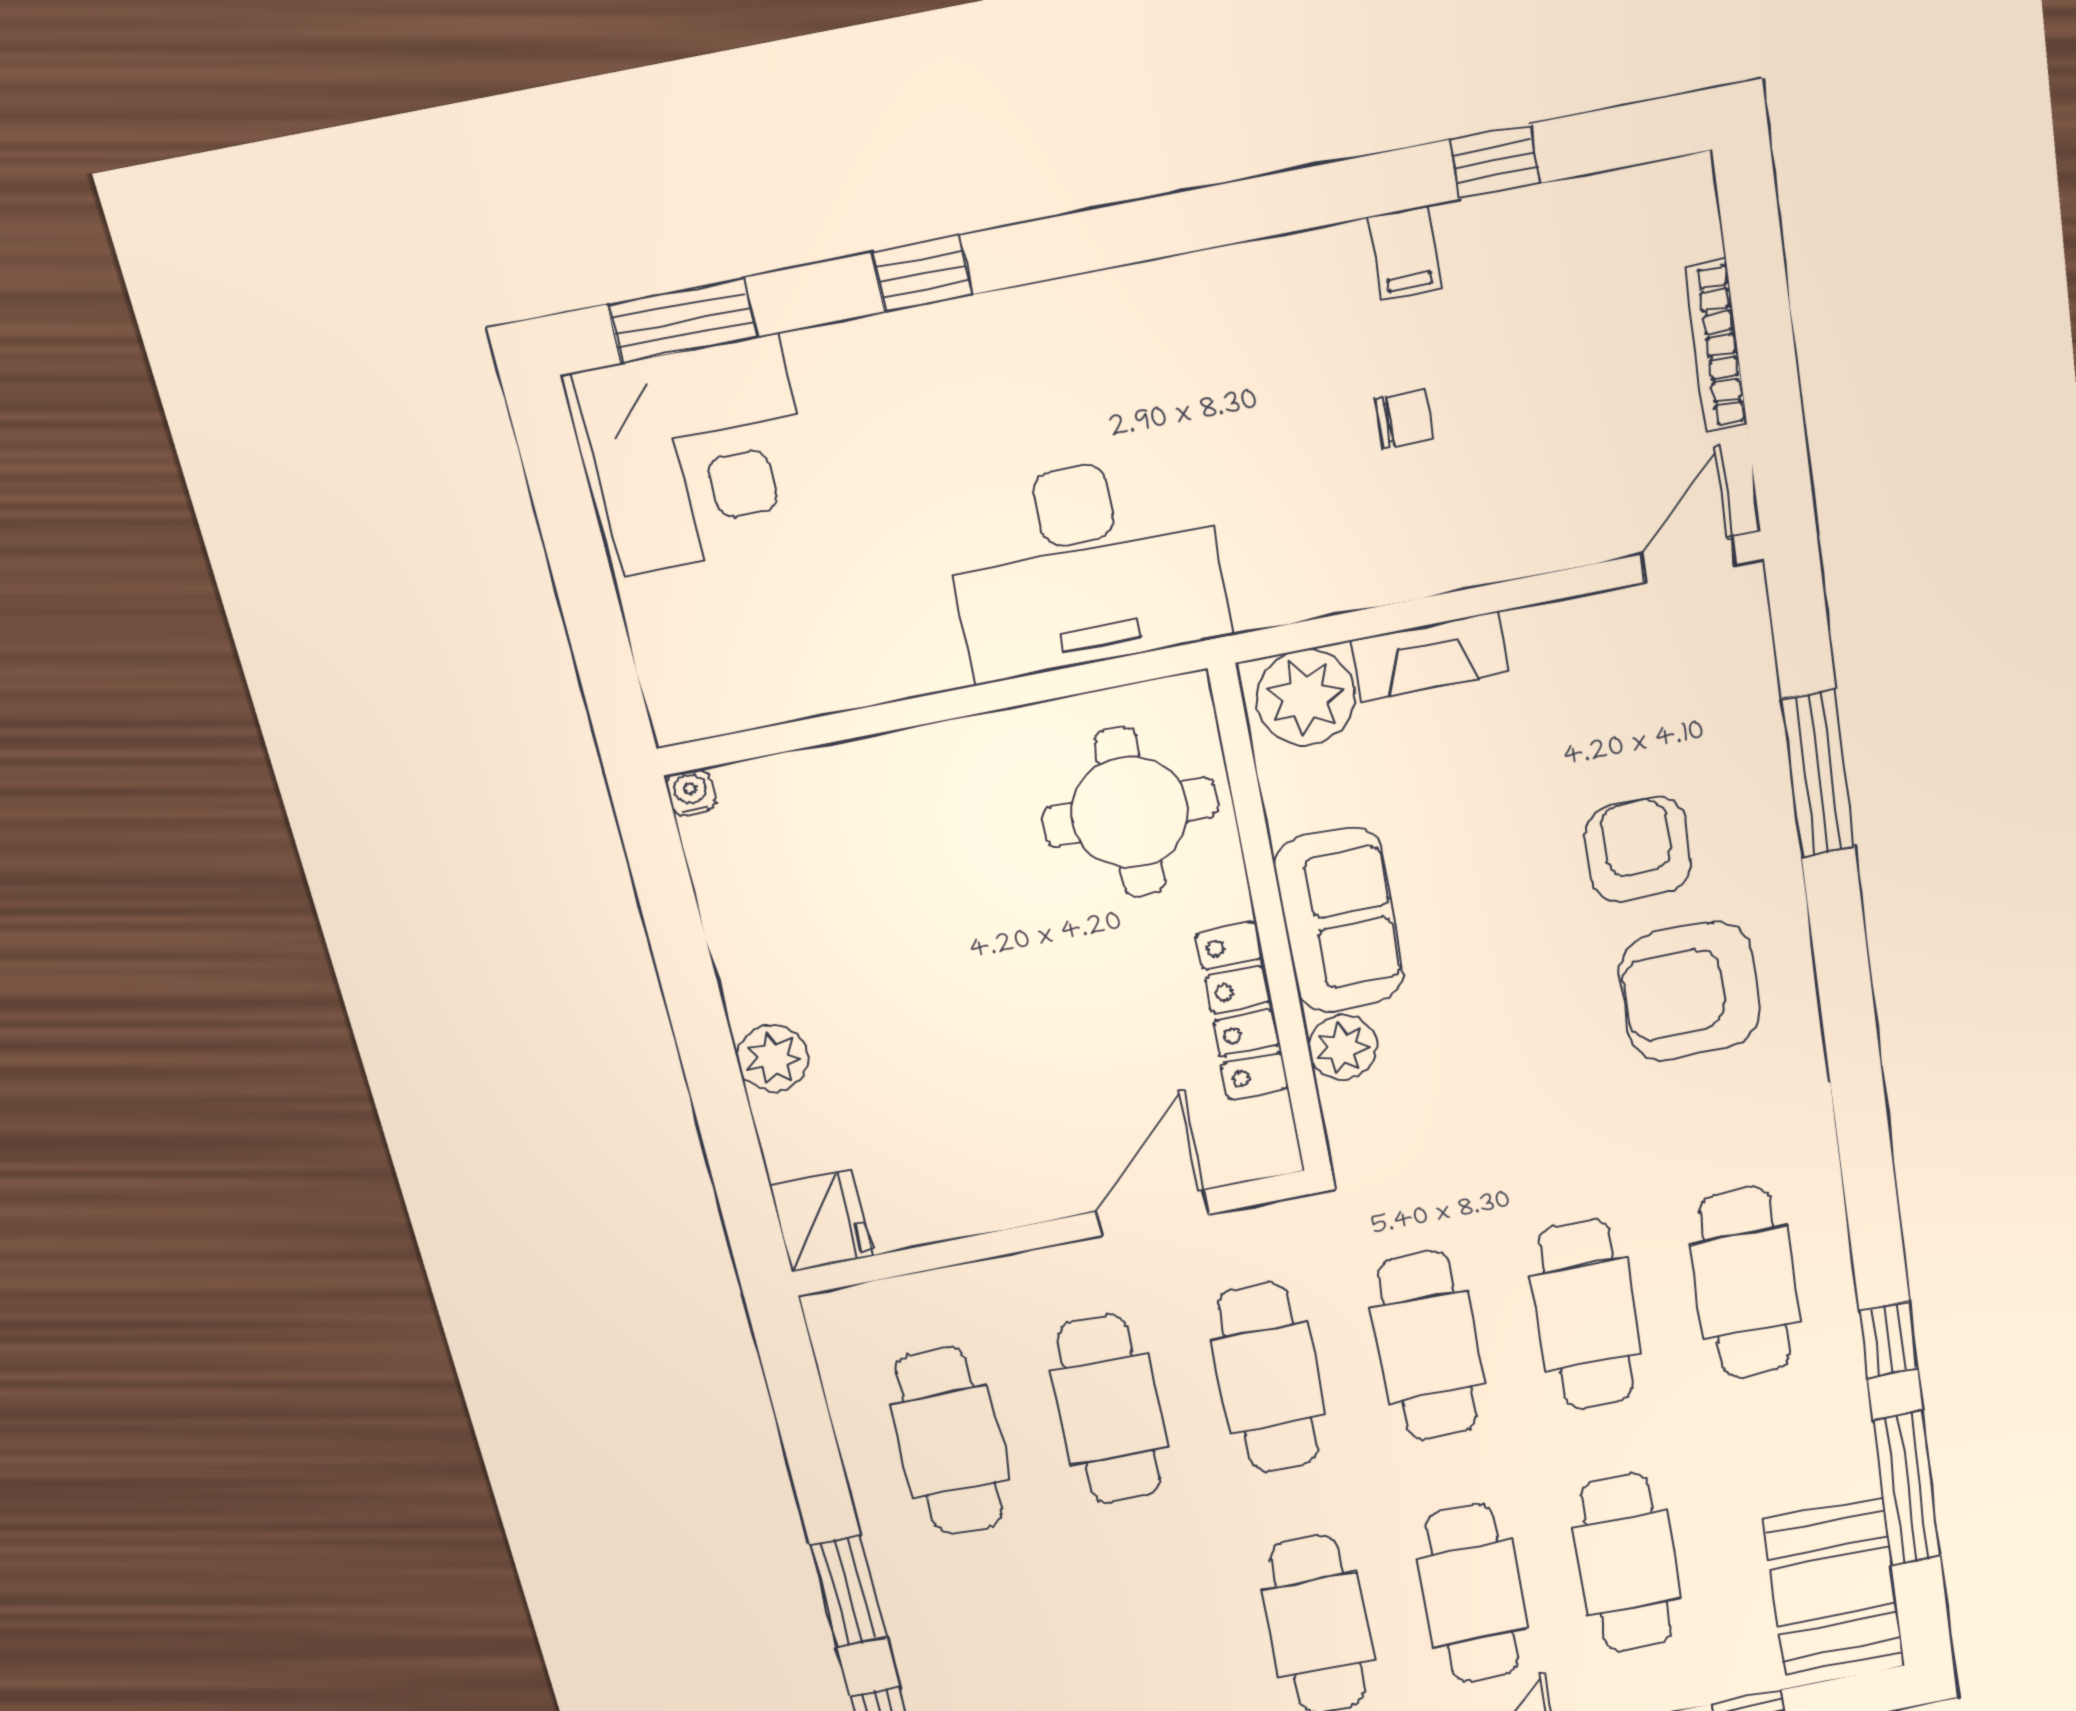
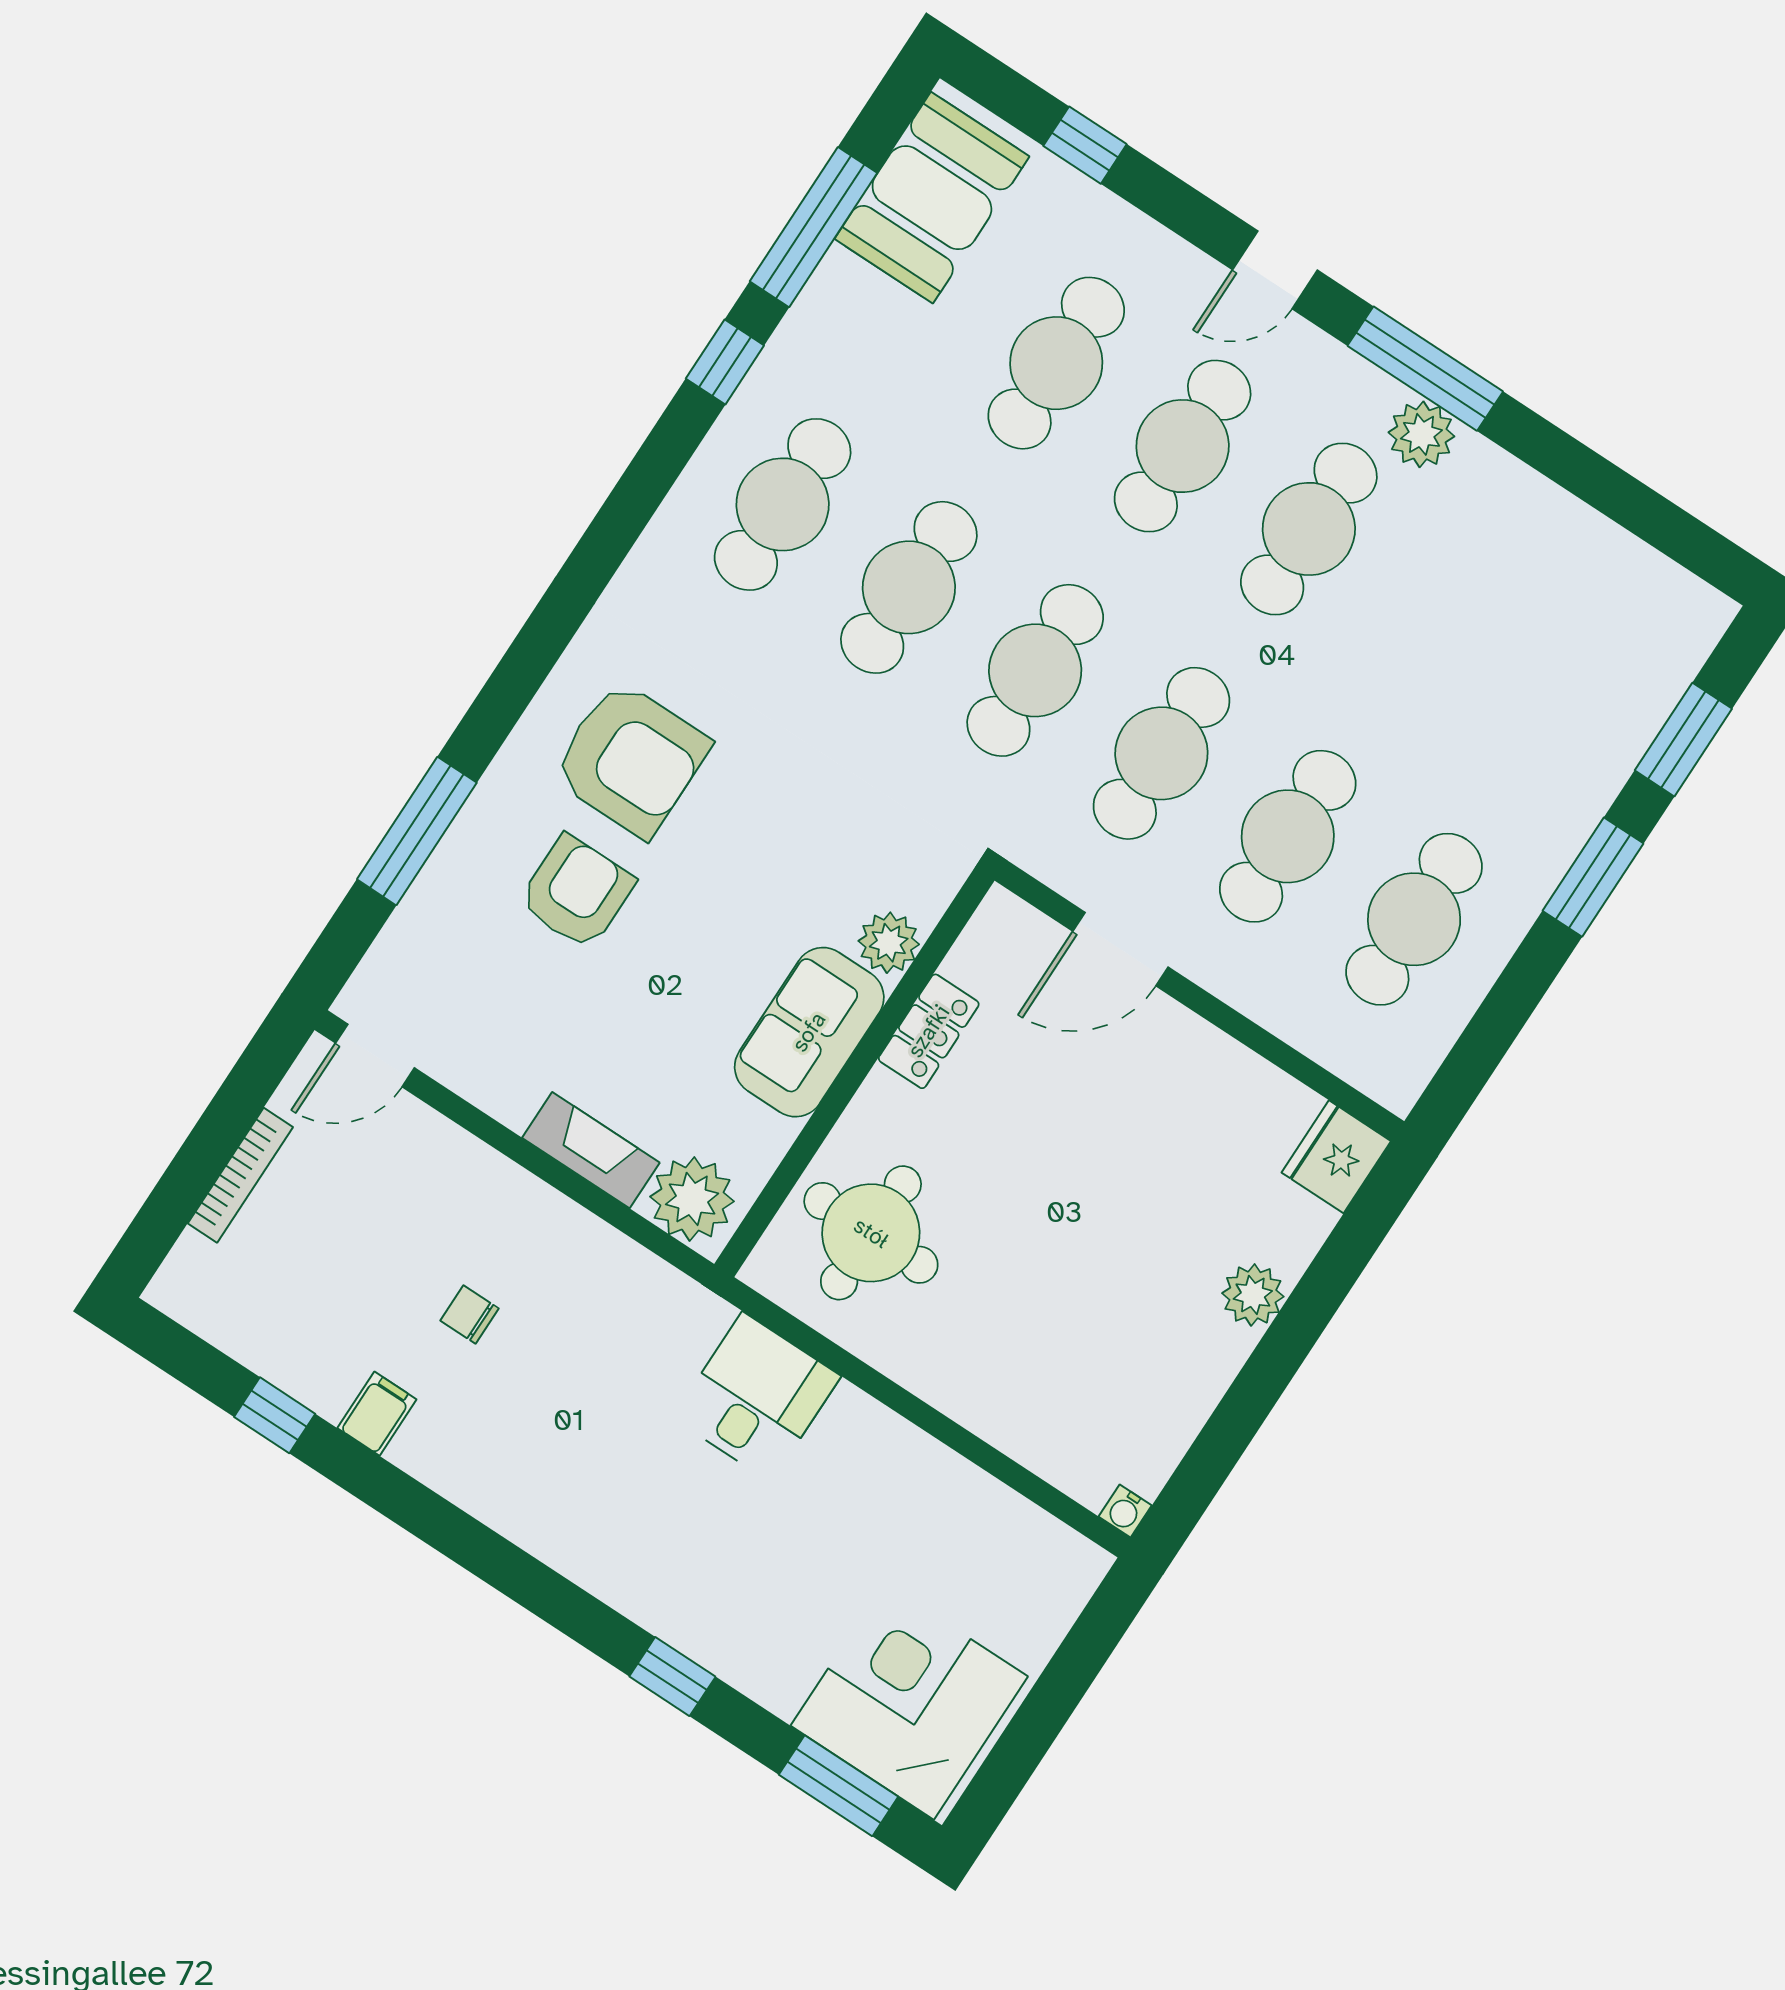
desk: (1086, 565) -> (757, 1397), width x0.53, depth x0.77
armchair: (1638, 849) -> (577, 892), turned 180
locker: (1242, 1011) -> (929, 1031), width x0.66

